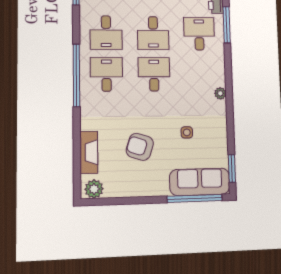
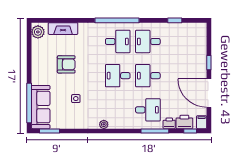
desk: (154, 74) -> (118, 76), turned 180
armchair: (140, 147) -> (66, 64), turned 72

